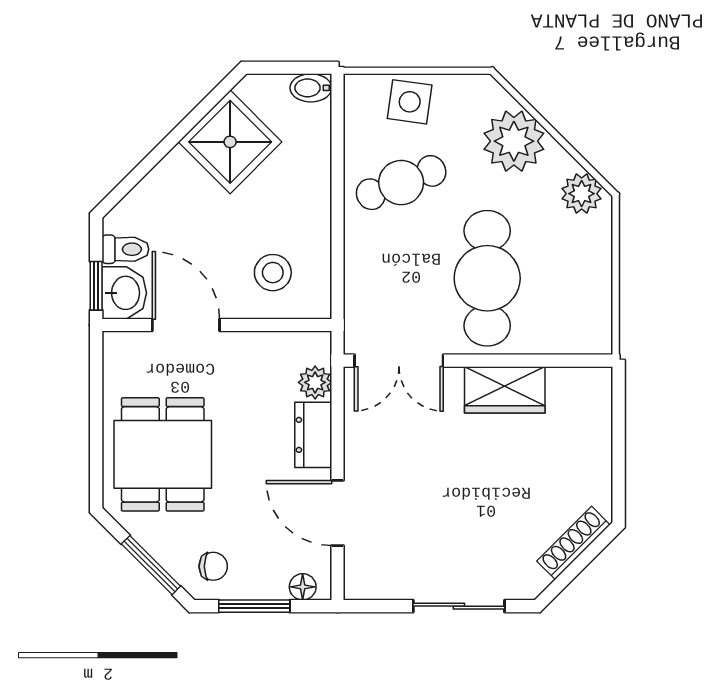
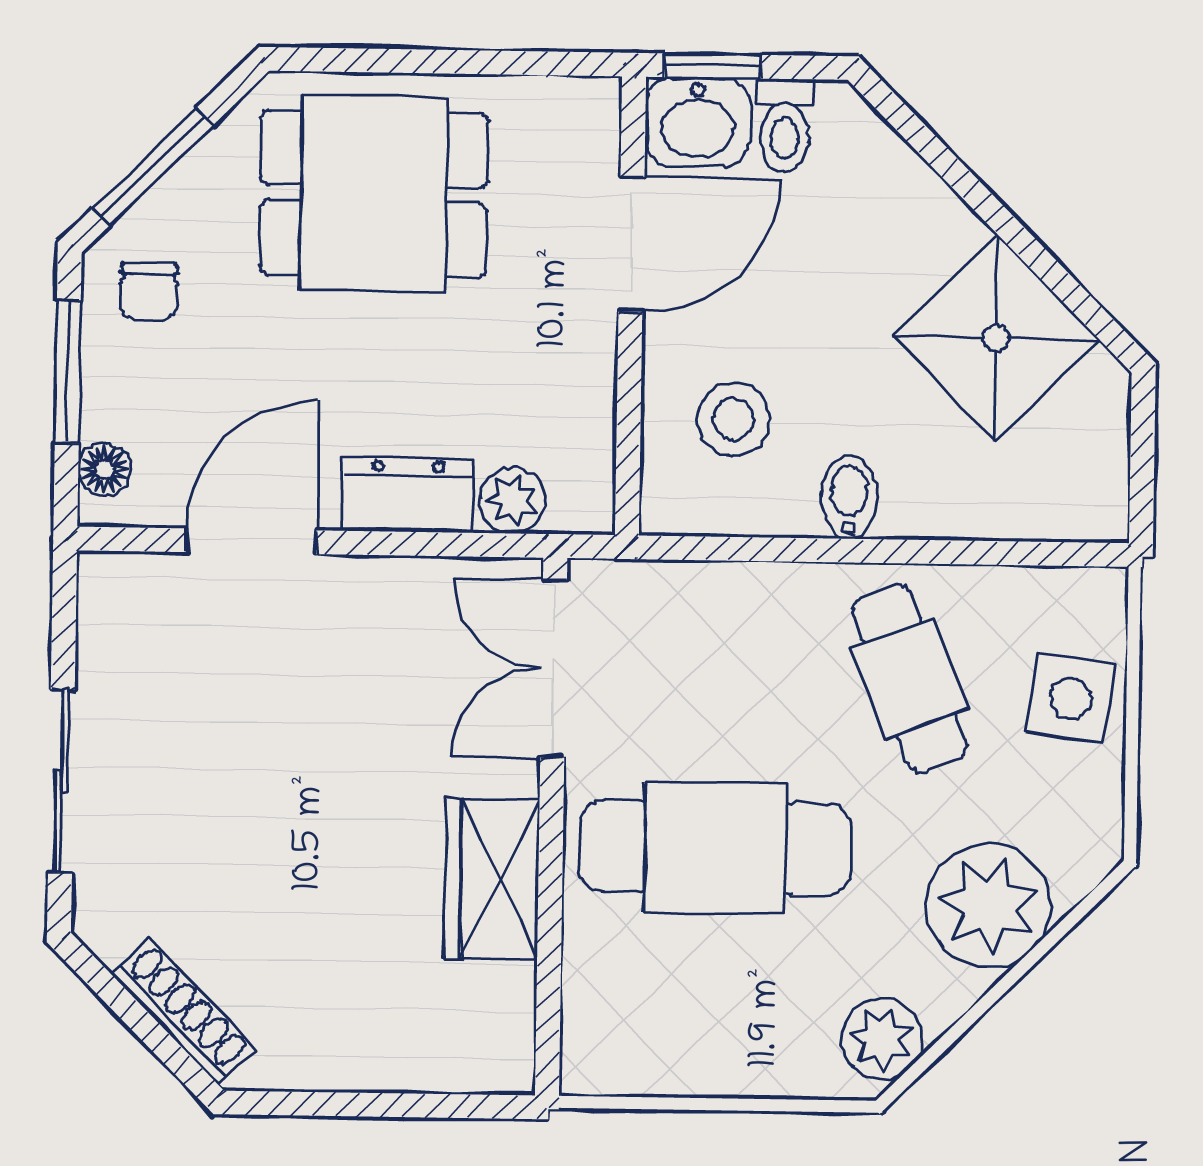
bidet: (311, 88) -> (849, 497), moved

